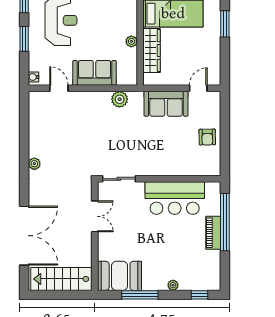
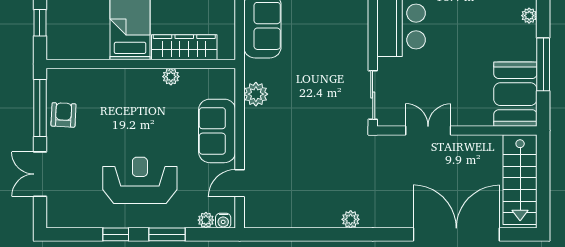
plant: (34, 65) -> (206, 220), added

